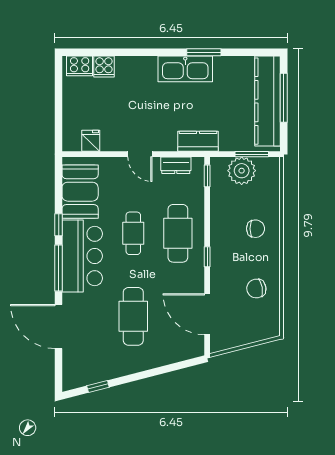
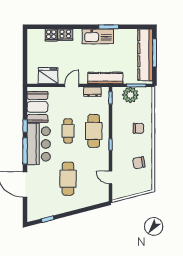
cooker: (80, 66) -> (65, 35), moved
fridge: (91, 141) -> (48, 76), width x1.88, depth x1.34
kitchen counter: (198, 141) -> (105, 78), width x1.50
door: (140, 154) -> (72, 85), swing flipped
door: (207, 314) -> (111, 177), width x0.53

